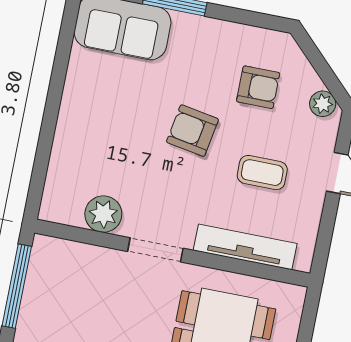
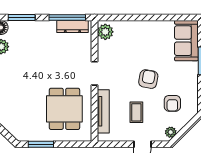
plant: (103, 214) -> (105, 32), moved
dresser: (39, 279) -> (72, 26), added

